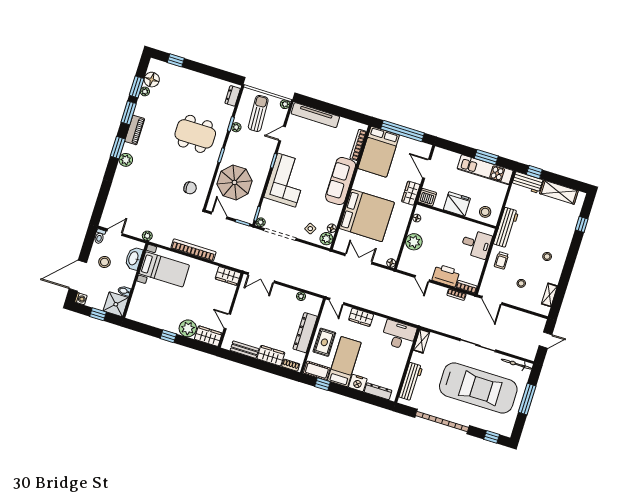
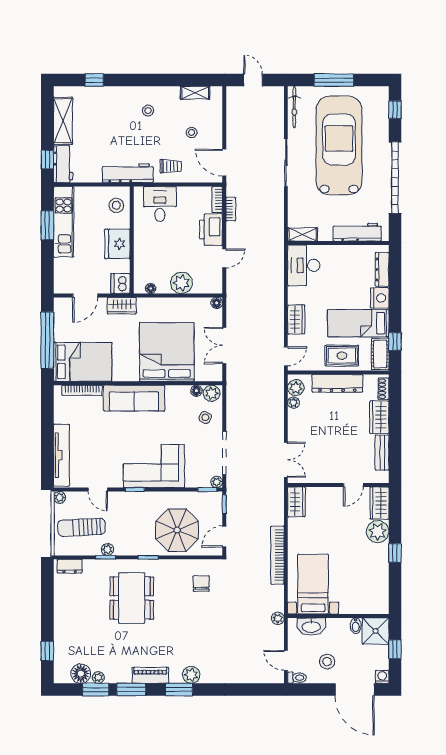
door: (492, 300) -> (224, 163), swing flipped
plant: (311, 301) -> (296, 388), added

